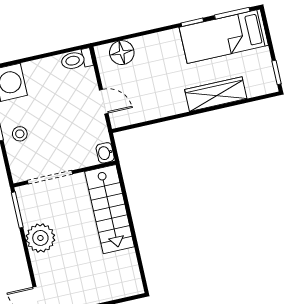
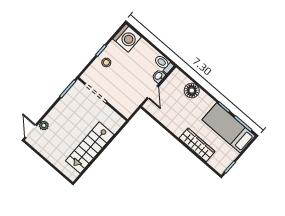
floor lamp: (122, 53) -> (192, 91), moved
washbasin: (105, 153) -> (159, 76), moved
stairs: (110, 209) -> (90, 148), moved
plant: (40, 238) -> (44, 125), moved, width x0.53, depth x0.53

